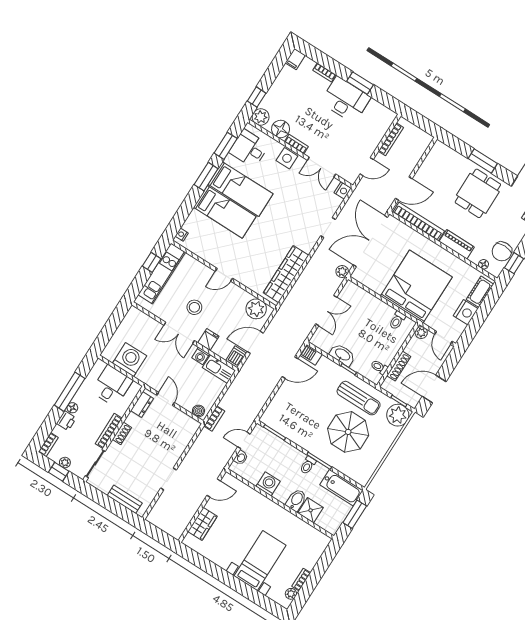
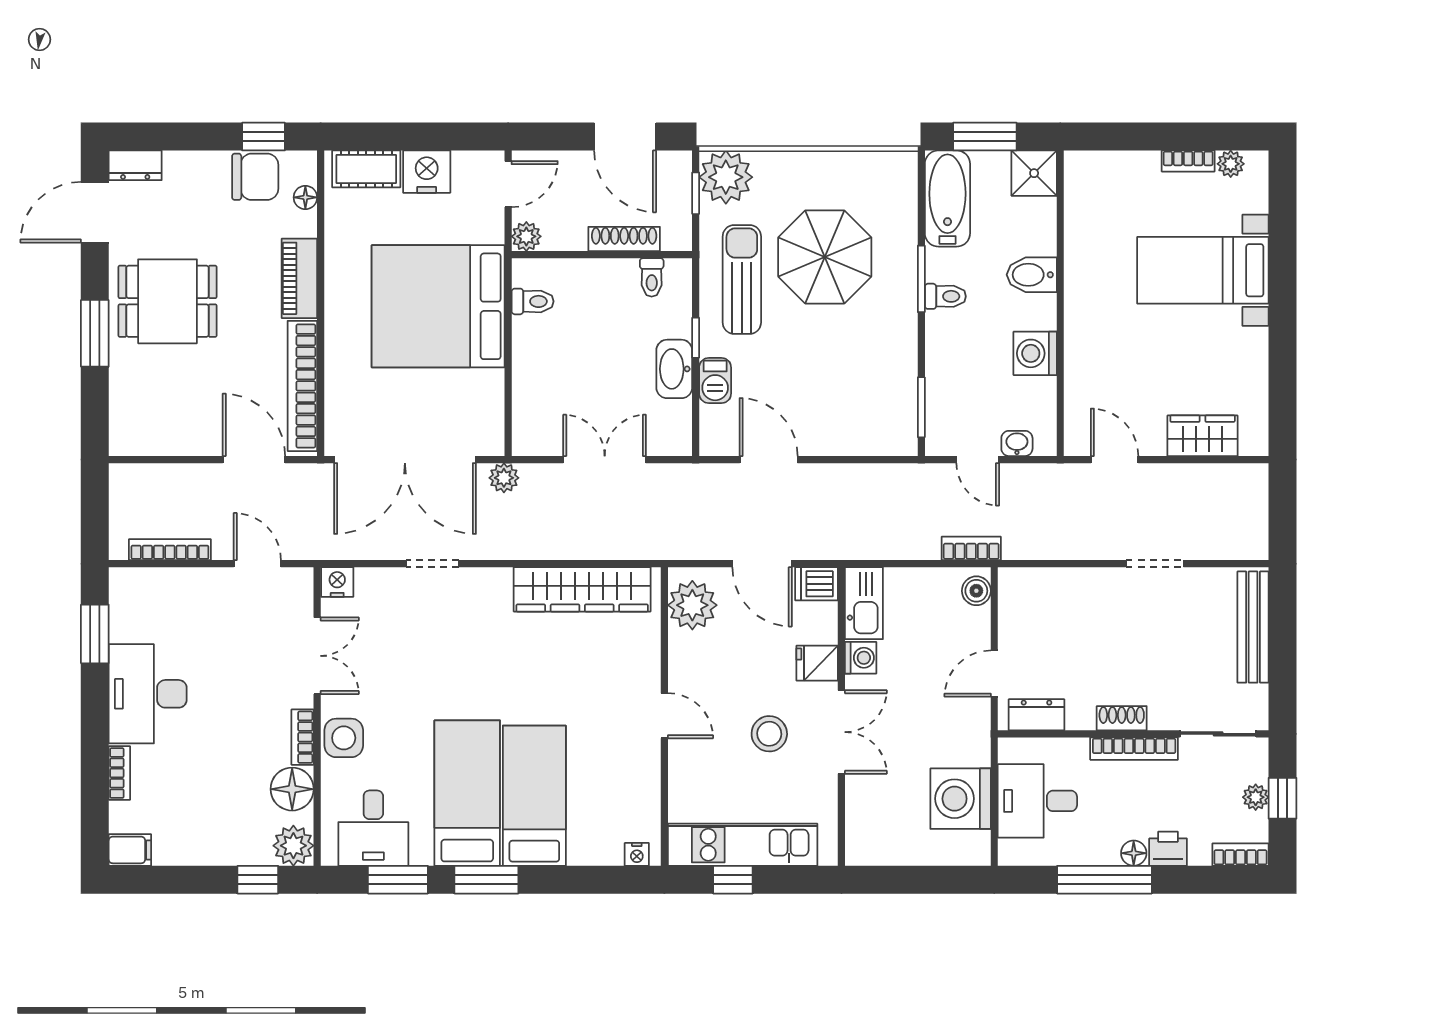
window: (360, 83) -> (95, 634), moved
barbecue: (311, 355) -> (715, 381), moved
bench: (125, 499) -> (1253, 627), width x1.36
shower: (311, 510) -> (1034, 173), moved

